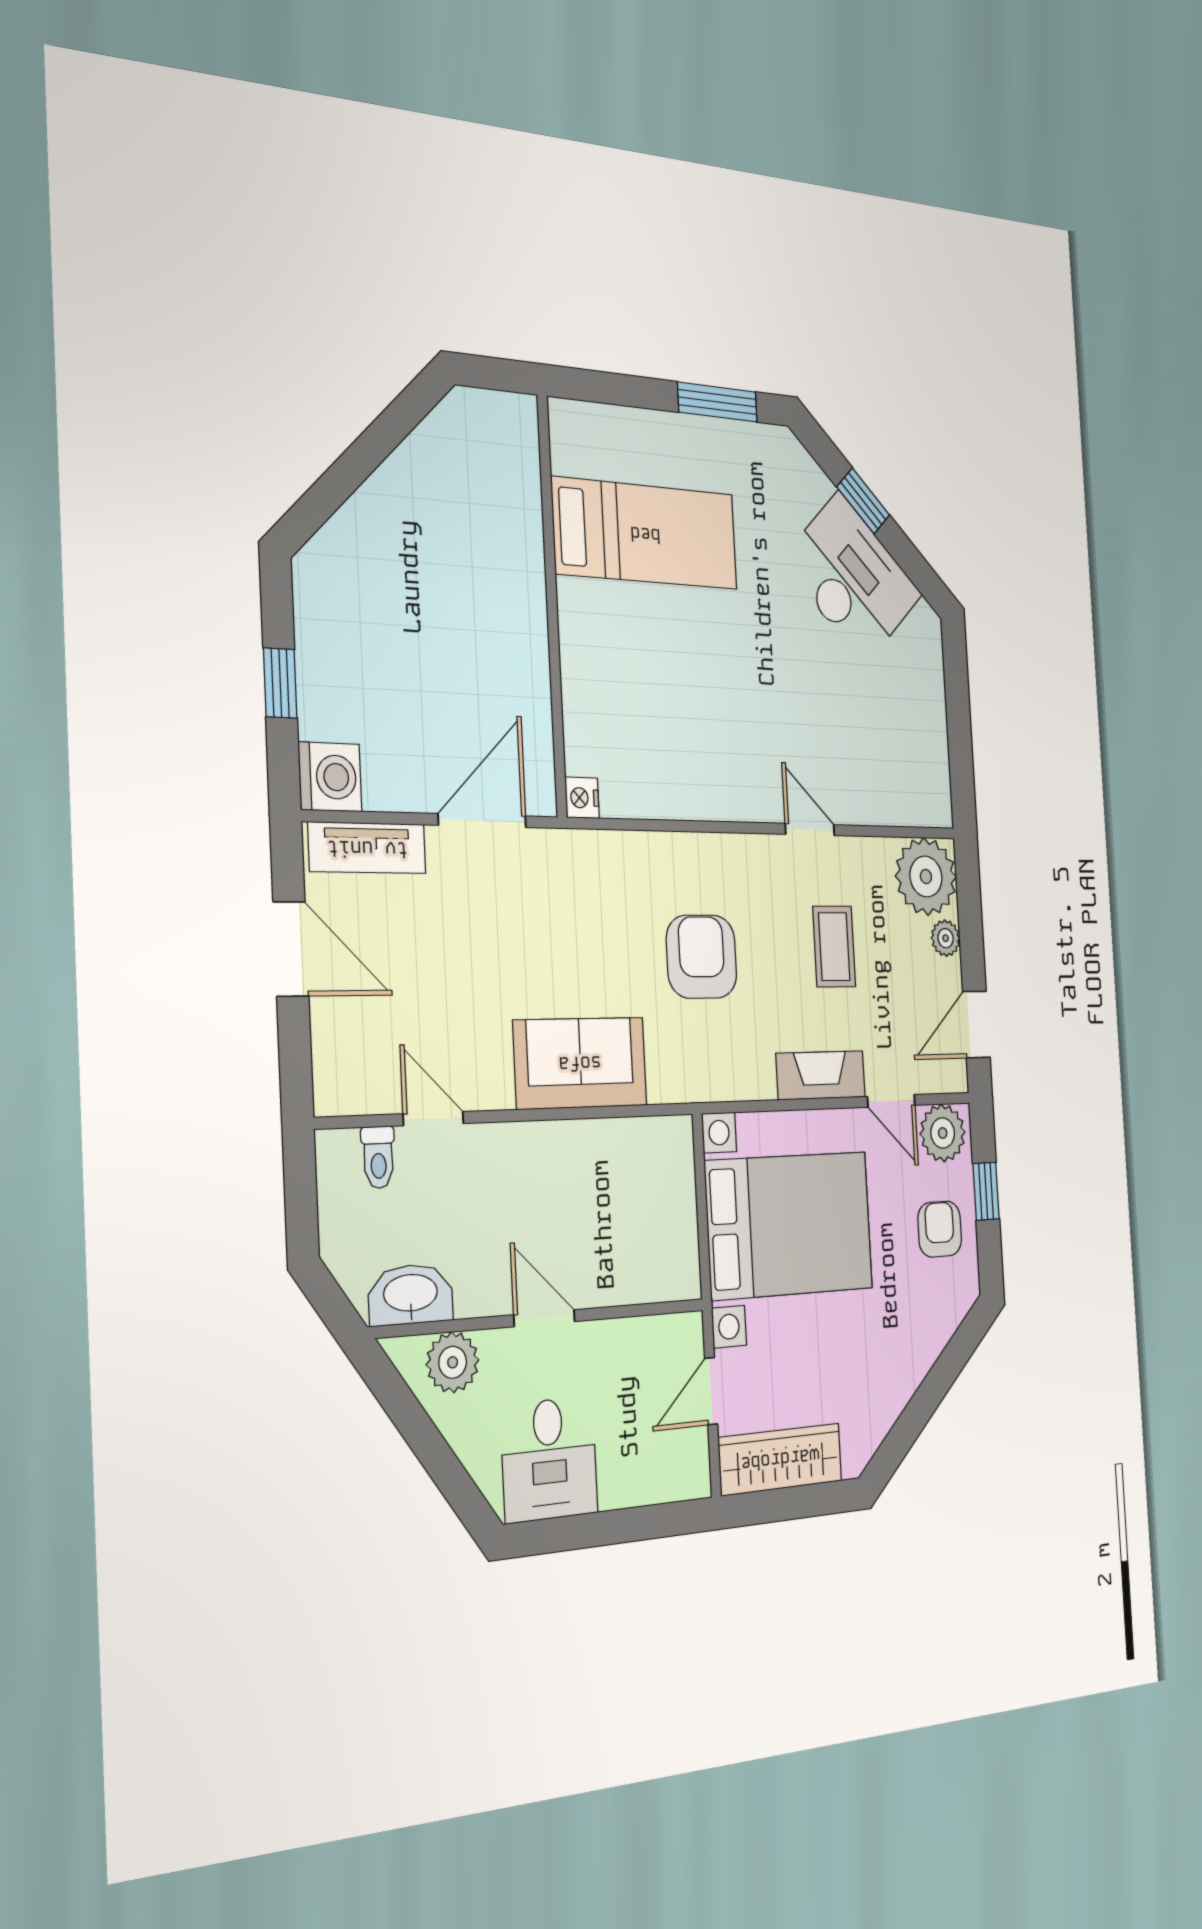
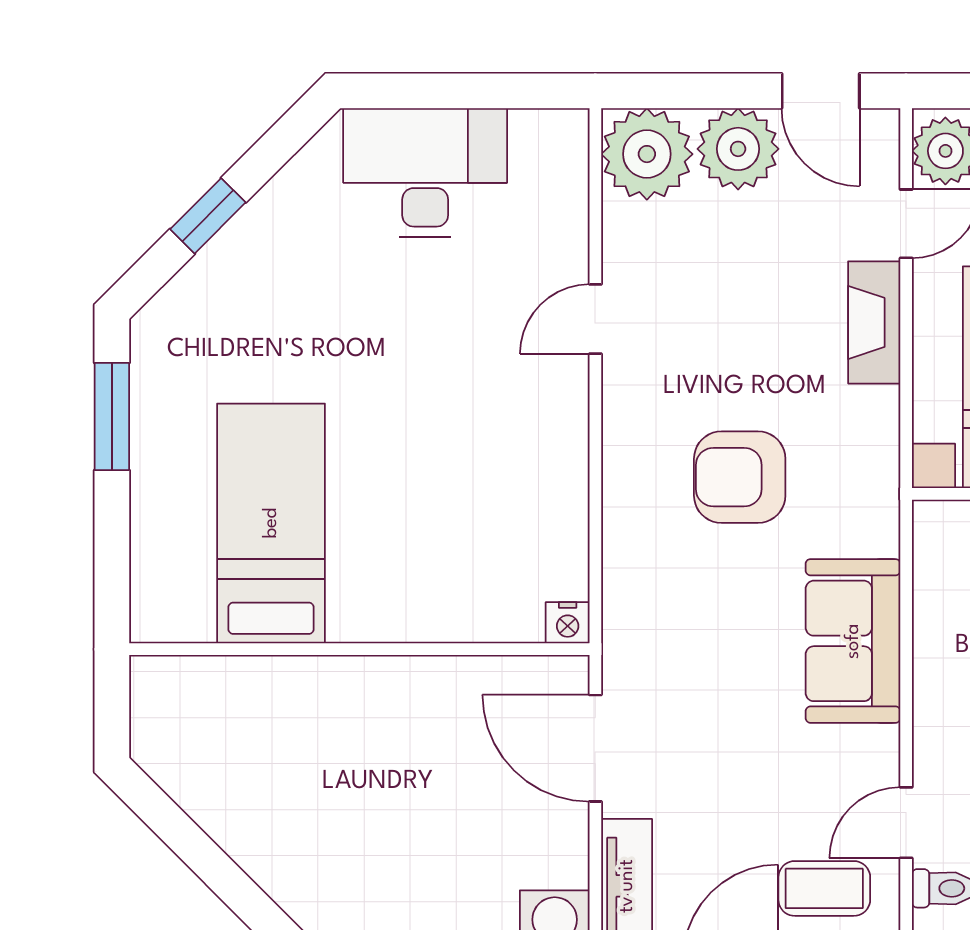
desk: (852, 578) -> (425, 173), moved, turned 45
plant: (946, 938) -> (738, 149), width x1.87, depth x1.87
coffee table: (834, 947) -> (824, 888), moved

